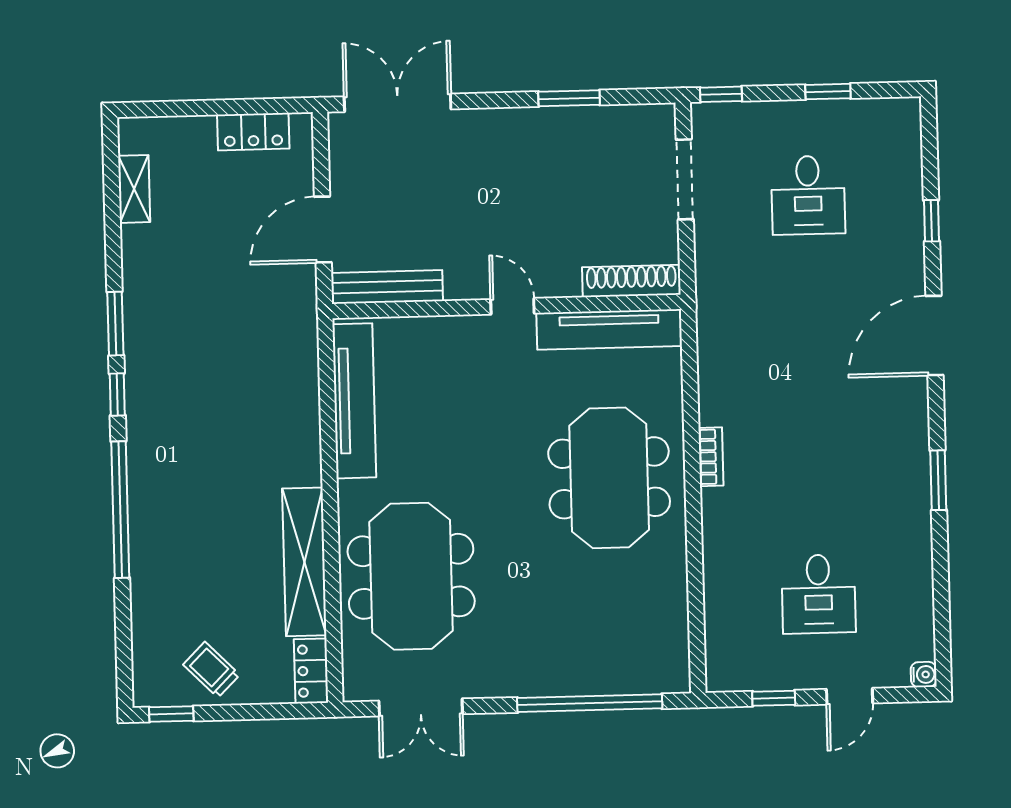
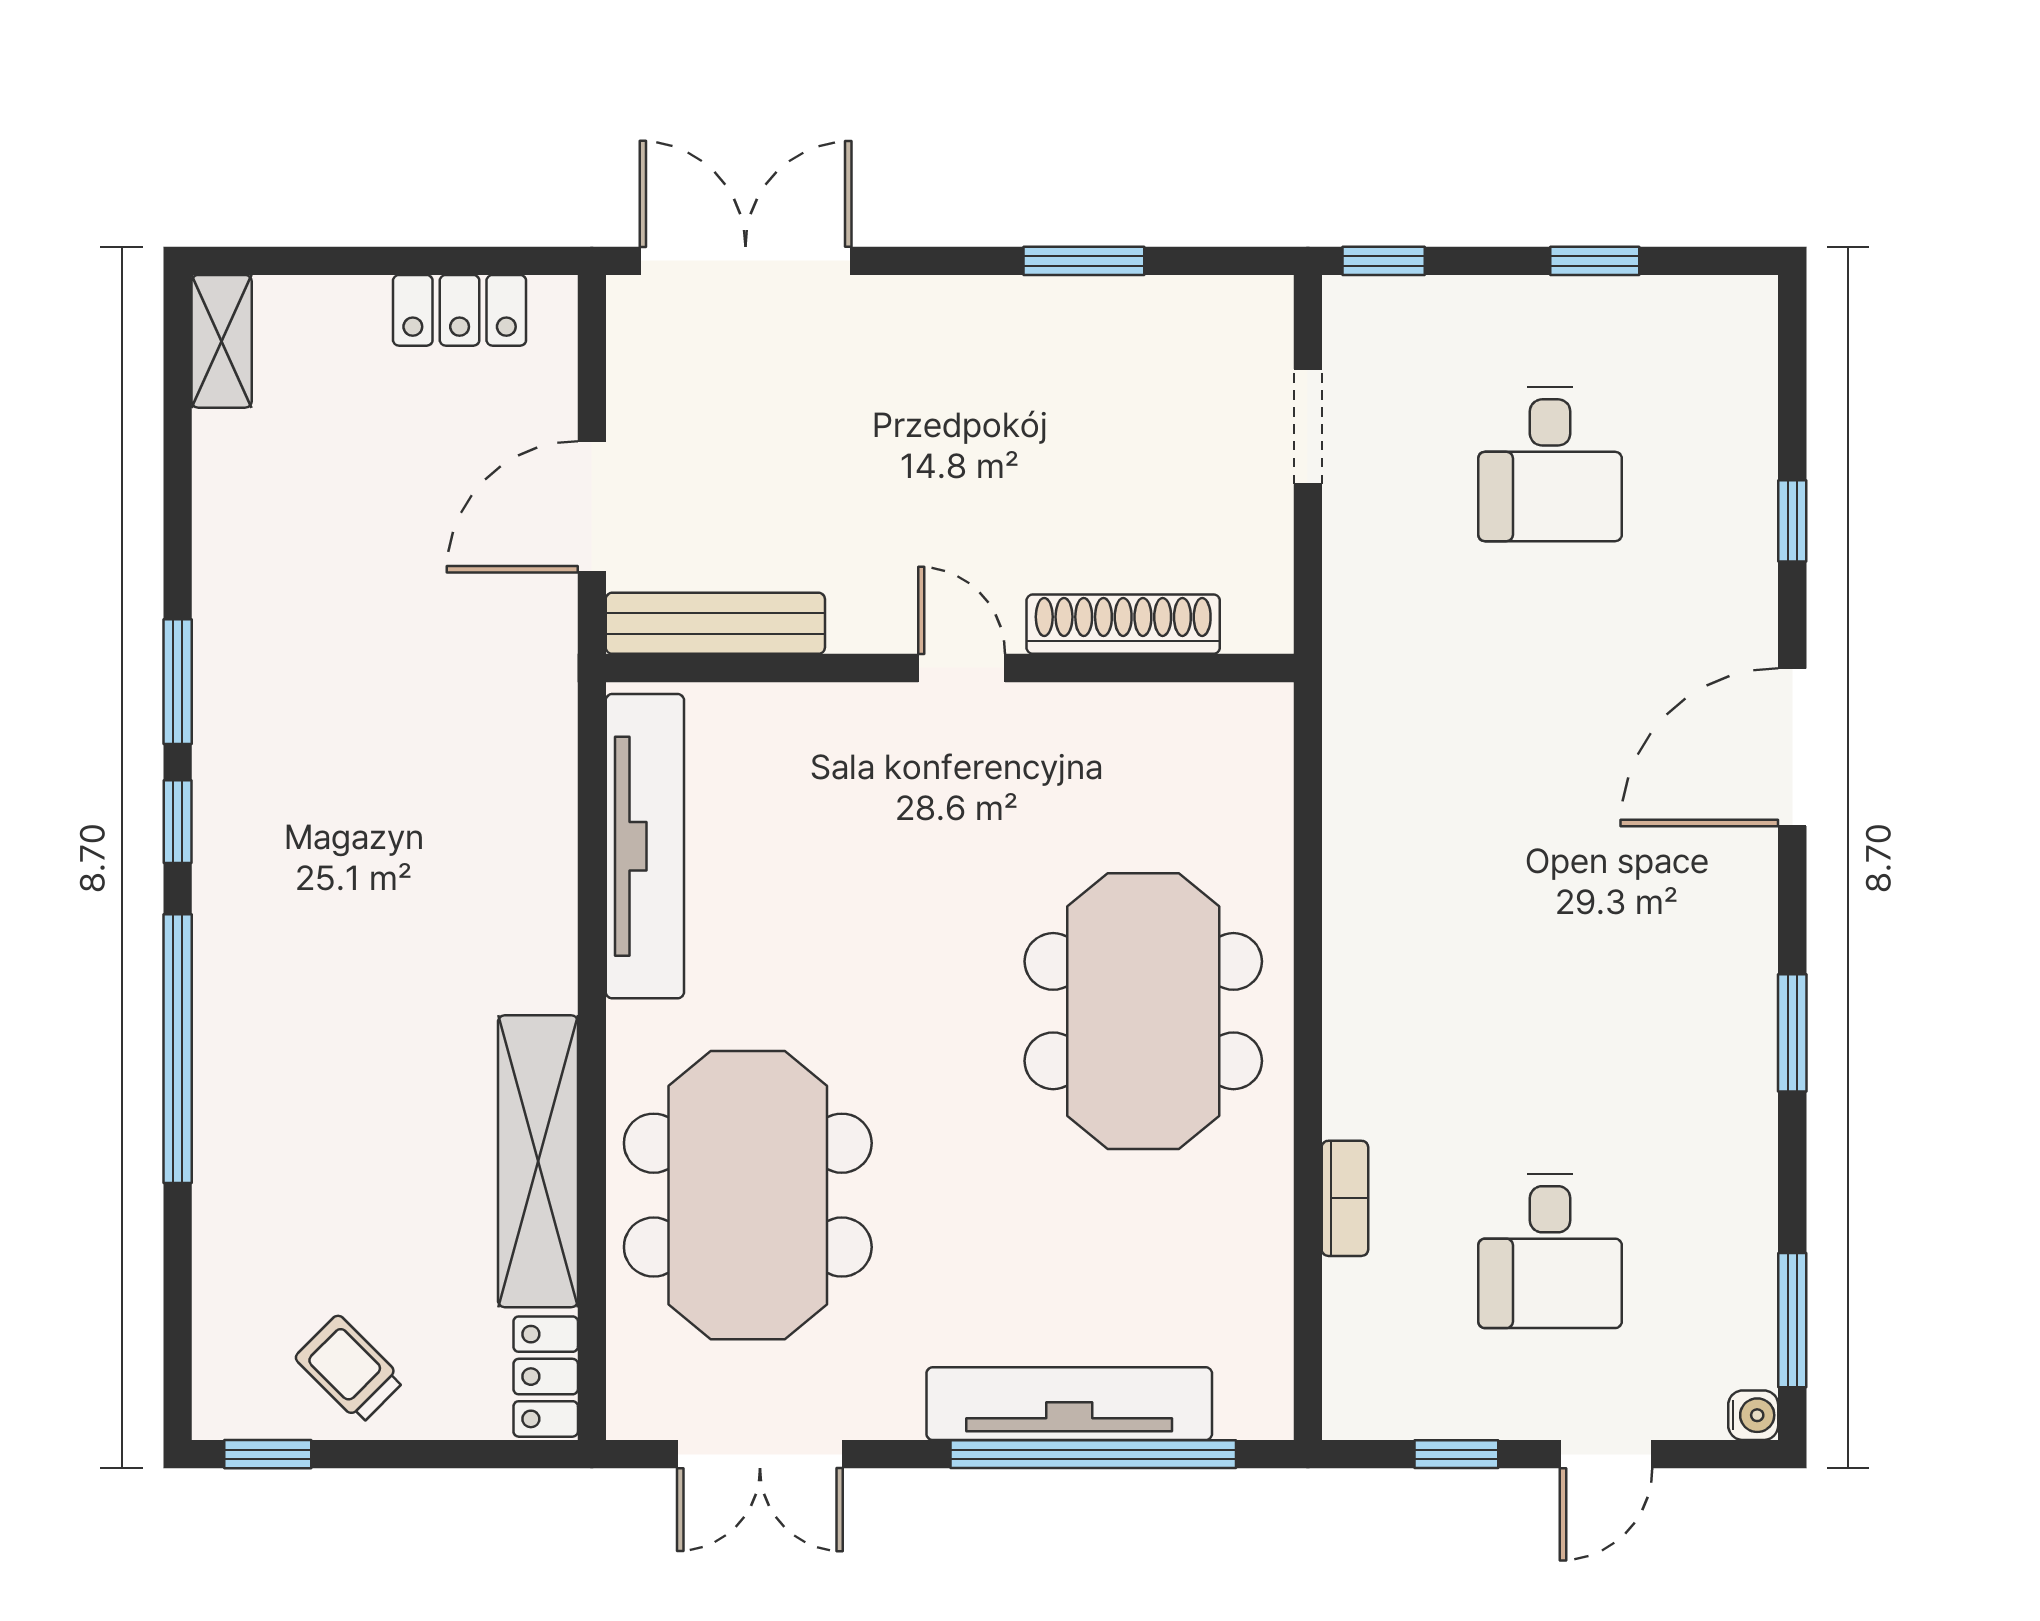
doorway: (685, 179) -> (1308, 427), width x0.73
shelving: (134, 189) -> (222, 341), moved
shoe rack: (631, 281) -> (1123, 624), moved
tv unit: (609, 329) -> (1069, 1404), moved, turned 180
bookcase: (711, 457) -> (1345, 1198), moved
window: (942, 626) -> (1792, 1320), added

